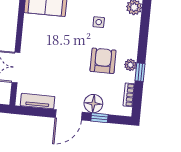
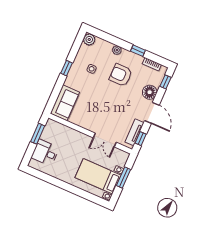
plant: (130, 65) -> (117, 50), moved
window: (32, 111) -> (141, 139), added
window: (99, 118) -> (165, 82), moved

